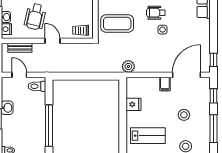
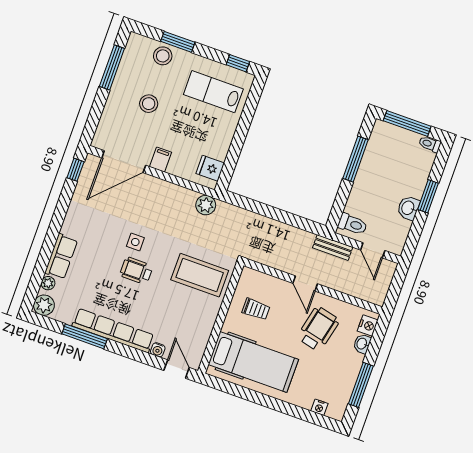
wheelchair: (156, 13) -> (136, 271), turned 180
trolley: (81, 30) -> (256, 309), moved
bench: (20, 48) -> (333, 247), moved
window: (213, 96) -> (95, 116), removed
fridge: (134, 104) -> (210, 168), moved
window: (49, 126) -> (356, 159), width x0.68

